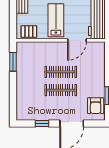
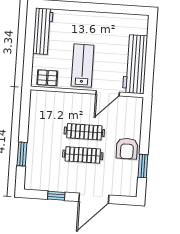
window: (13, 62) -> (22, 154), moved
armchair: (96, 106) -> (127, 149), moved

